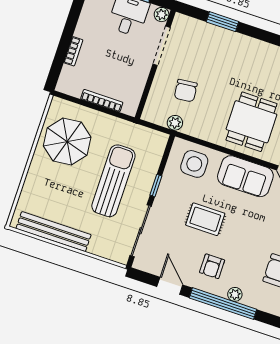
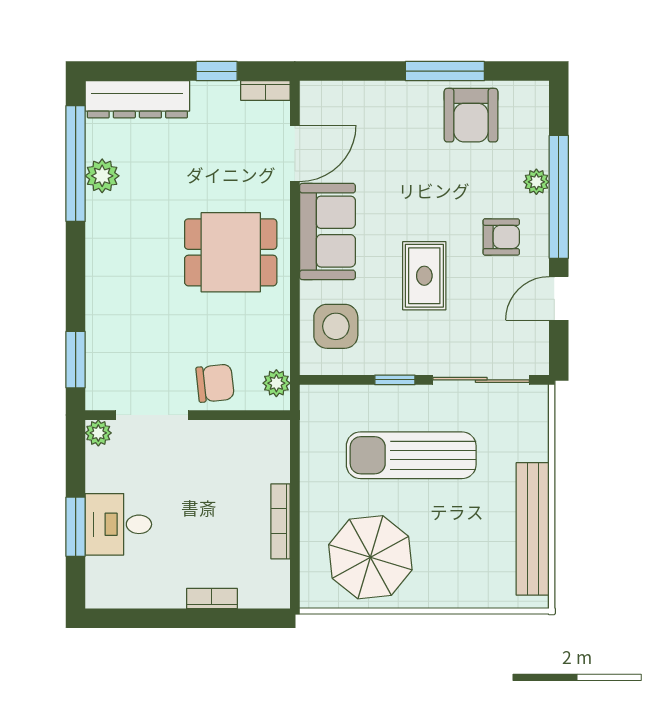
plant: (162, 15) -> (98, 433), moved
doorway: (162, 46) -> (152, 415), moved
wall: (155, 64) -> (188, 415), moved

